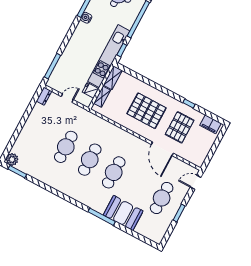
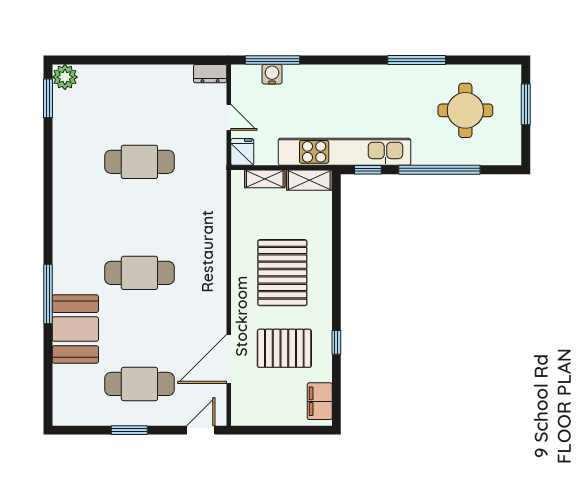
water cooler: (86, 18) -> (272, 74), moved
fridge: (91, 90) -> (242, 152), moved
door: (162, 149) -> (229, 359), moved
cafe table: (90, 160) -> (139, 217), removed
door: (196, 182) -> (201, 430), hinge flipped

